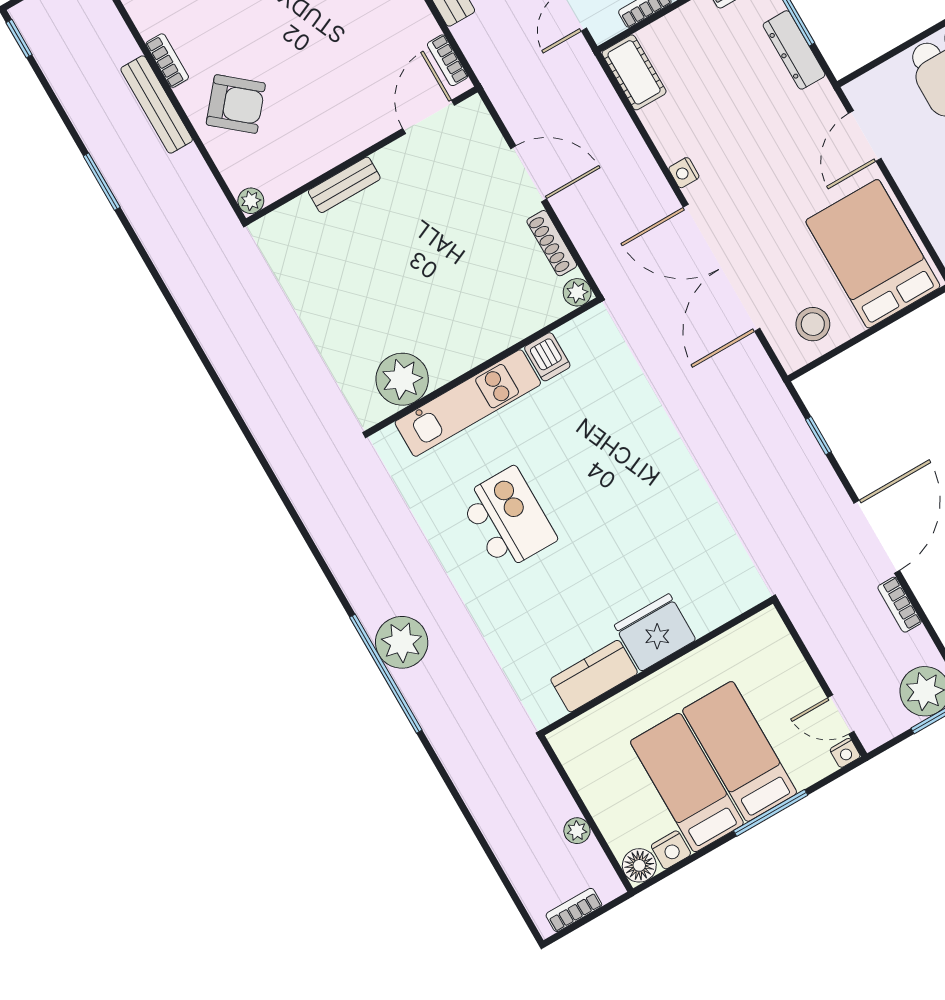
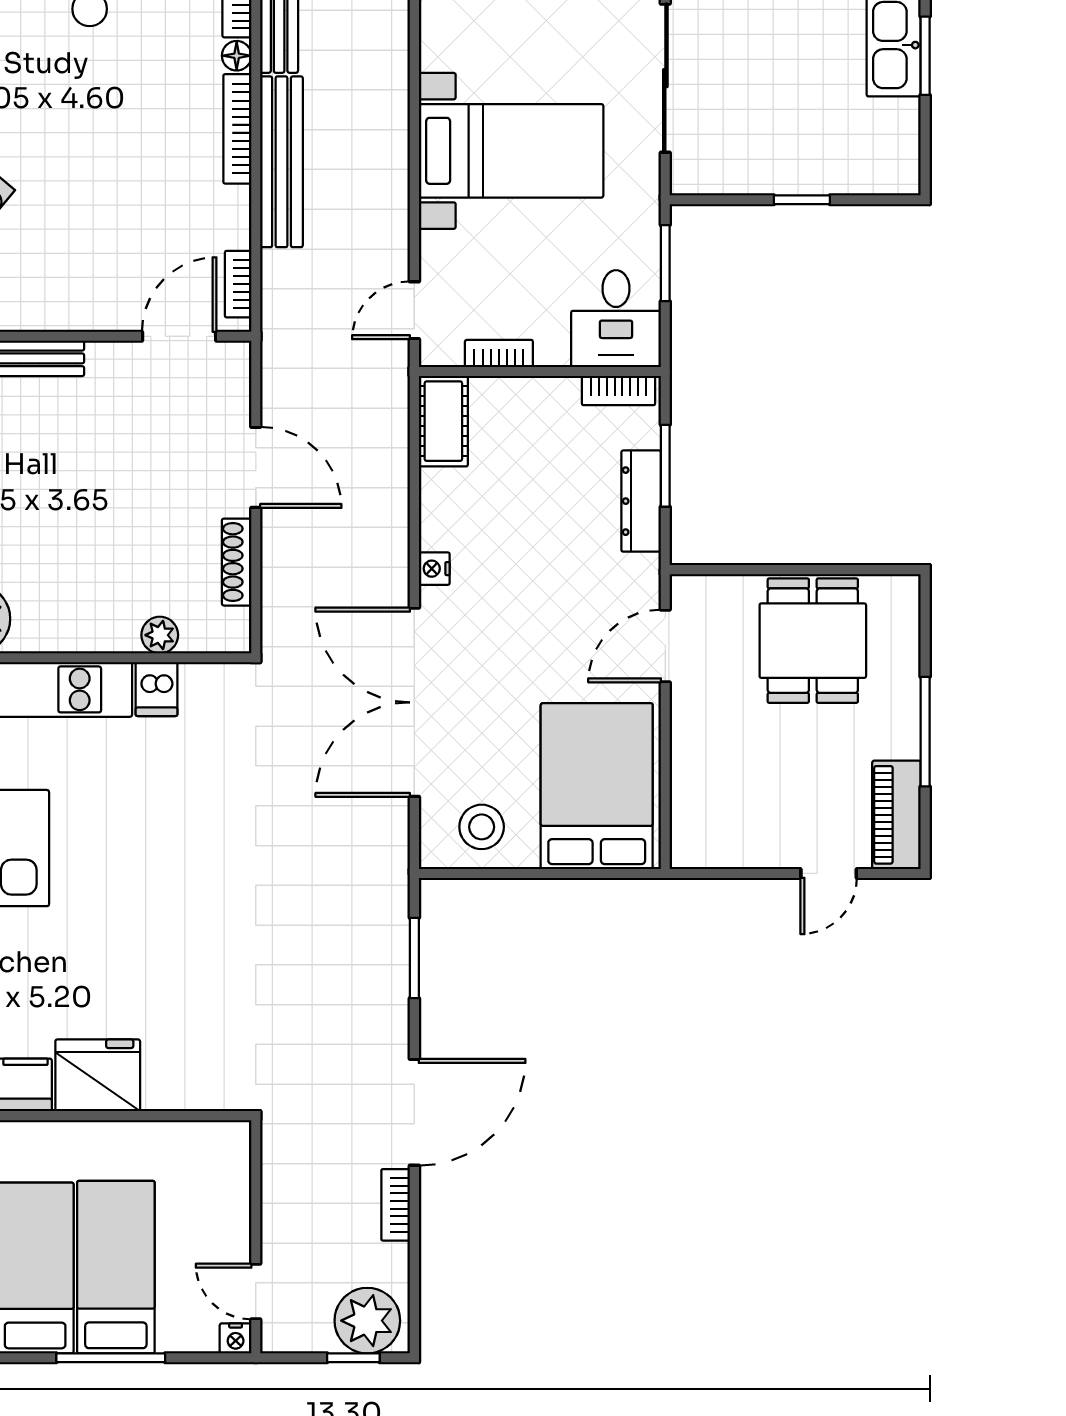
plant: (577, 292) -> (160, 635), moved
window: (818, 436) -> (414, 958), width x1.50

